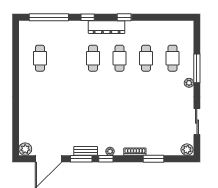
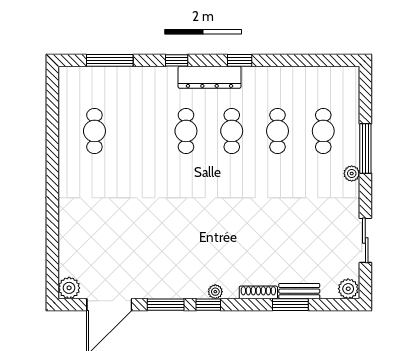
window: (49, 17) -> (110, 60), width x0.68
bench: (86, 151) -> (299, 291), moved

